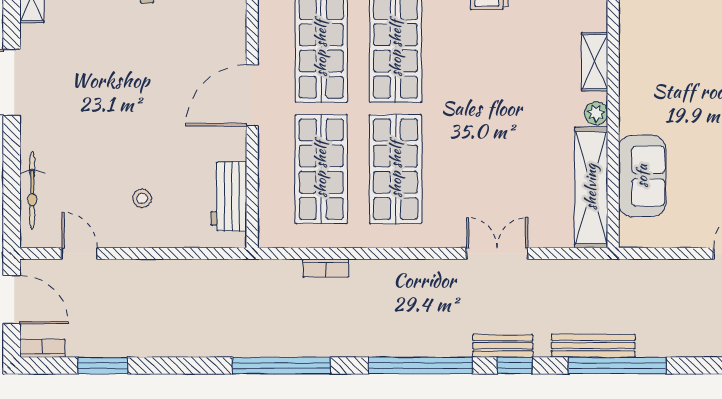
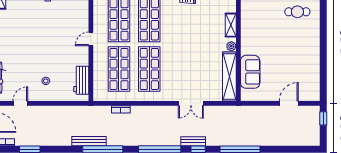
door: (252, 95) -> (91, 39), width x0.53
door: (80, 253) -> (20, 103), hinge flipped
double door: (497, 253) -> (191, 103), swing flipped
bench: (593, 346) -> (89, 141), moved

